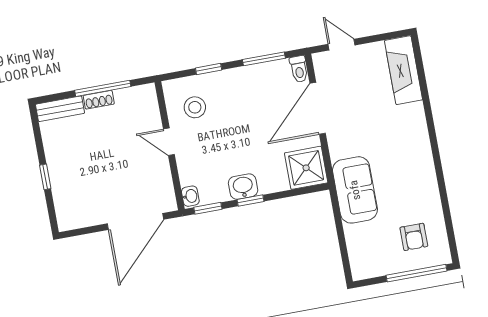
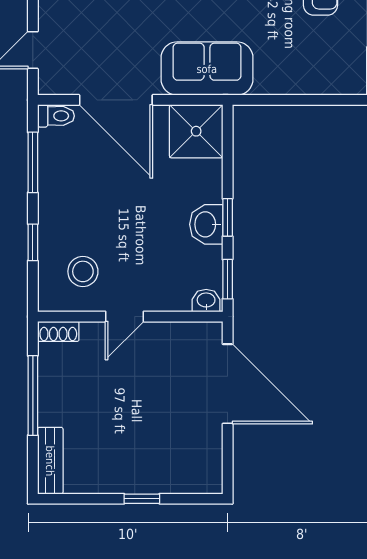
shoe rack: (99, 100) -> (58, 331), moved, turned 90
sofa: (355, 190) -> (207, 69), moved

